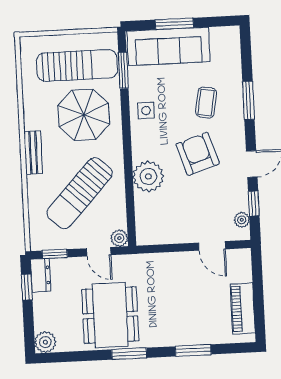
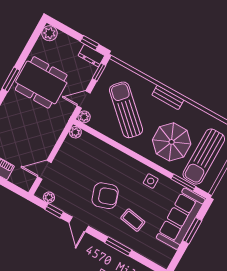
plant: (148, 176) -> (75, 132), moved, width x0.53, depth x0.53

